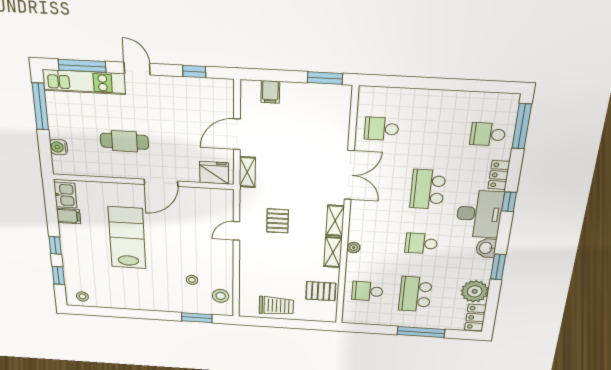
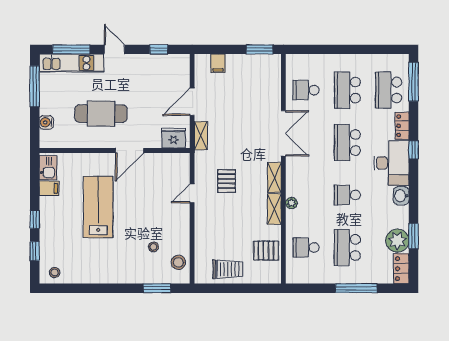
school desk: (435, 132) -> (347, 90), added
school desk: (488, 134) -> (389, 90), width x1.85
cafe table: (124, 141) -> (101, 114), width x1.37, depth x1.35
window: (498, 267) -> (414, 236), moved

